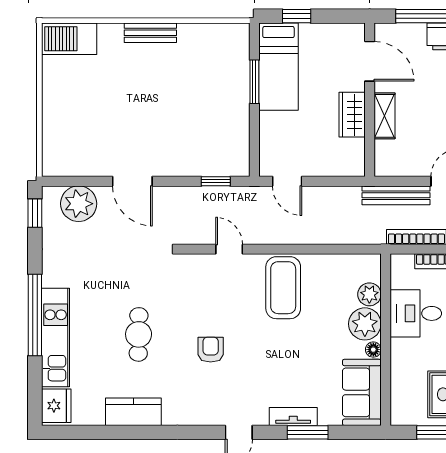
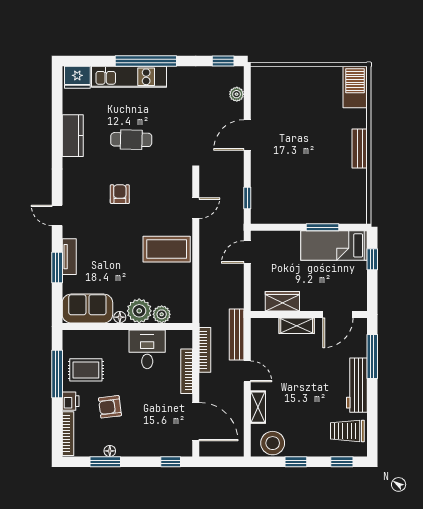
wardrobe: (352, 115) -> (282, 301), moved
plant: (79, 204) -> (237, 94), width x0.53, depth x0.53
armchair: (211, 350) -> (120, 194), turned -90

